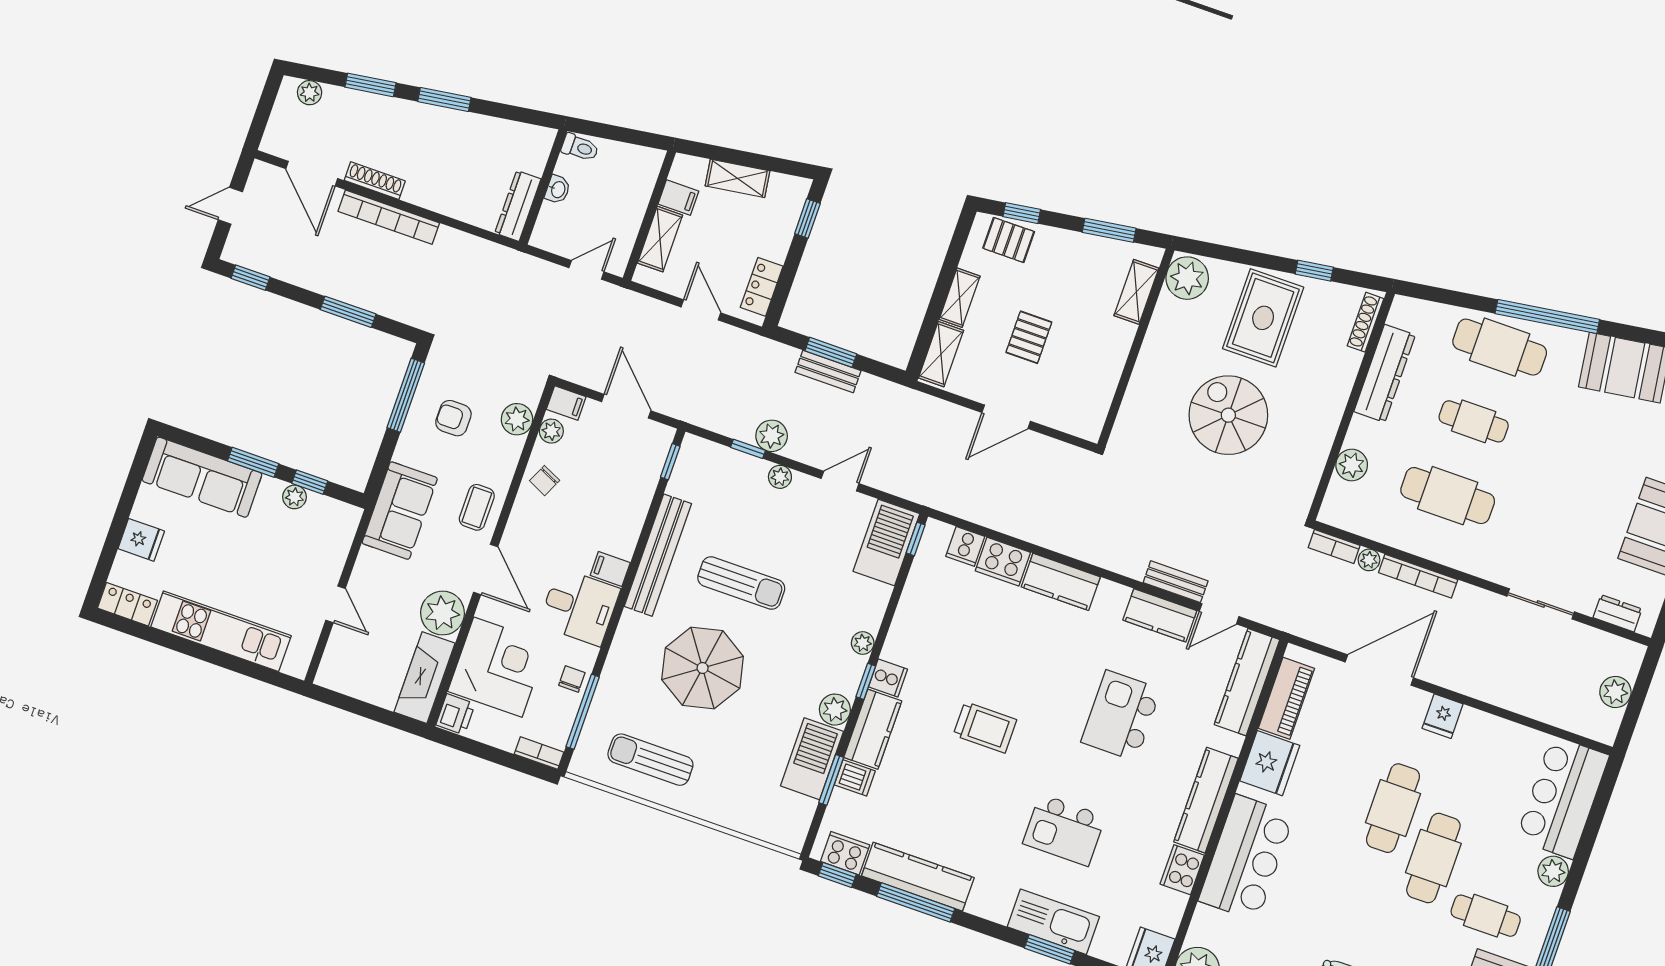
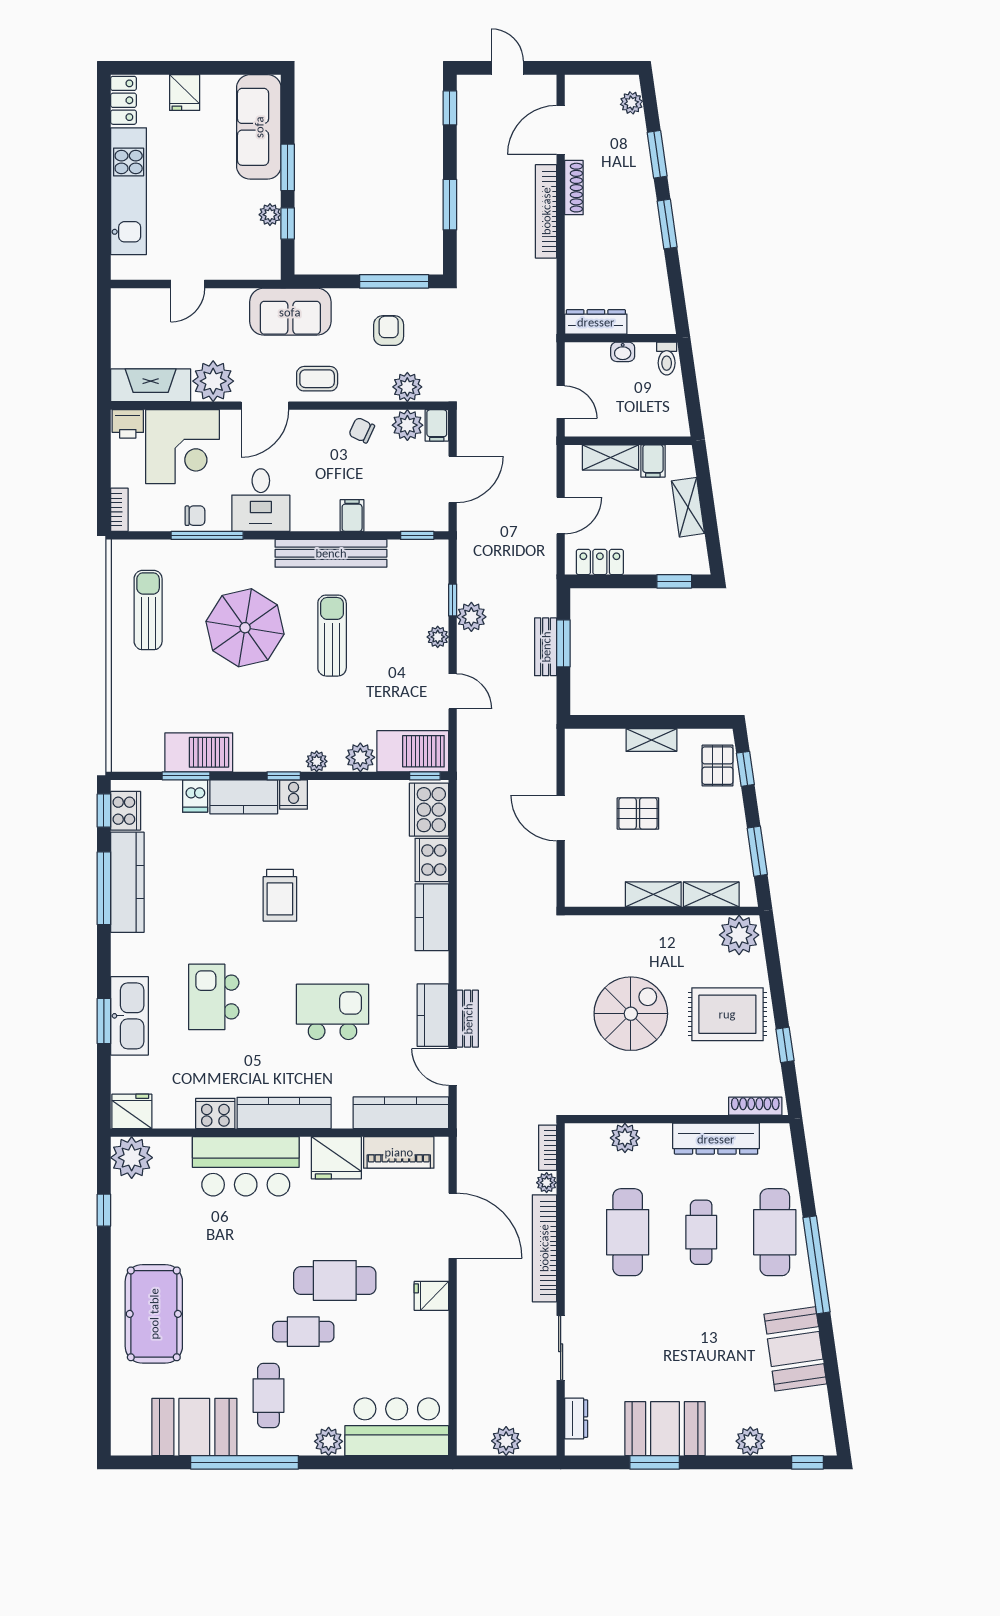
shelving: (941, 354) -> (653, 894), moved
plant: (551, 431) -> (407, 425), width x1.38, depth x1.38
cooker: (965, 546) -> (429, 810), width x1.87, depth x1.31
filing cabinet: (610, 569) -> (352, 516), moved
bookcase: (1418, 576) -> (544, 1248), width x1.48, depth x1.31
sun lounger: (741, 583) -> (332, 636), turned 180
plant: (835, 710) -> (360, 757), moved
window: (583, 712) -> (207, 535), moved
cafe table: (1433, 858) -> (303, 1332), width x0.73, depth x0.74

